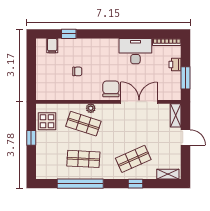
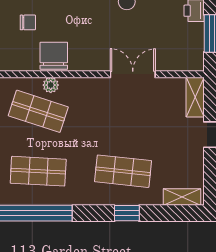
chair: (111, 89) -> (54, 56), moved
double door: (139, 102) -> (133, 74), width x0.73
shop shelf: (133, 159) -> (123, 171), turned 30

